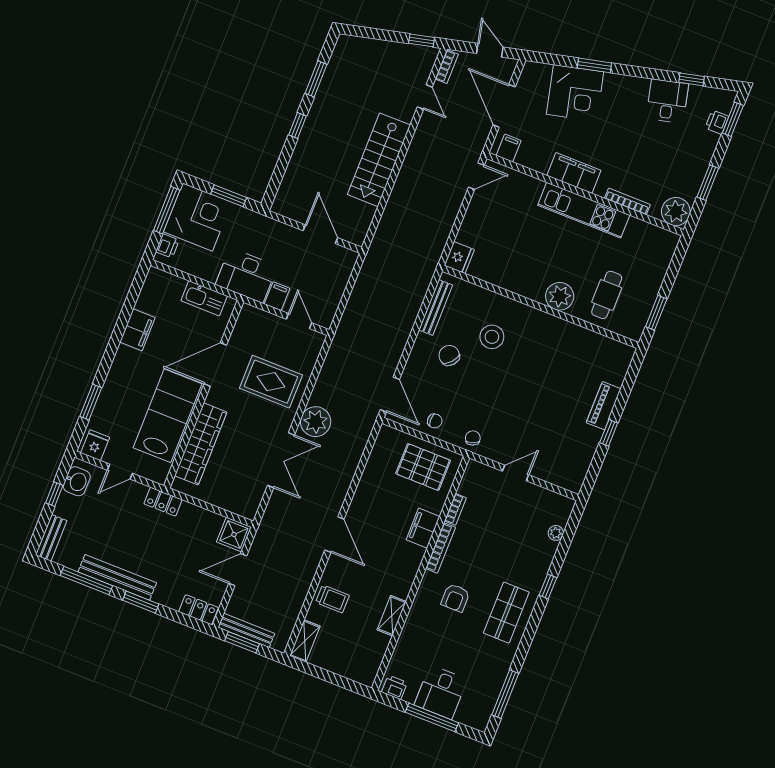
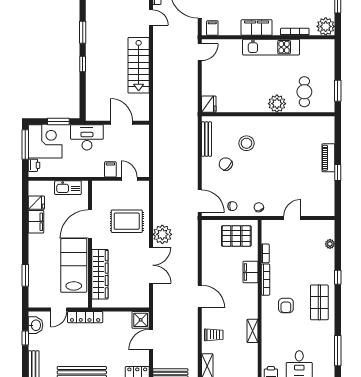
desk: (246, 275) -> (87, 137), moved, turned 180
fridge: (95, 445) -> (36, 203), moved, turned 90
locker: (163, 502) -> (85, 317), width x1.53

